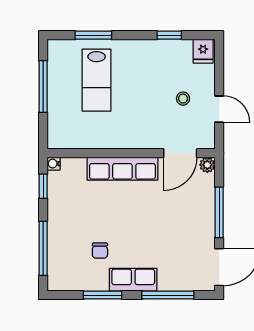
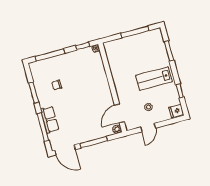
lab bench: (97, 80) -> (154, 79), moved
door: (180, 153) -> (119, 113), hinge flipped
row of seats: (122, 169) -> (103, 85), removed
row of seats: (133, 280) -> (50, 120), moved

